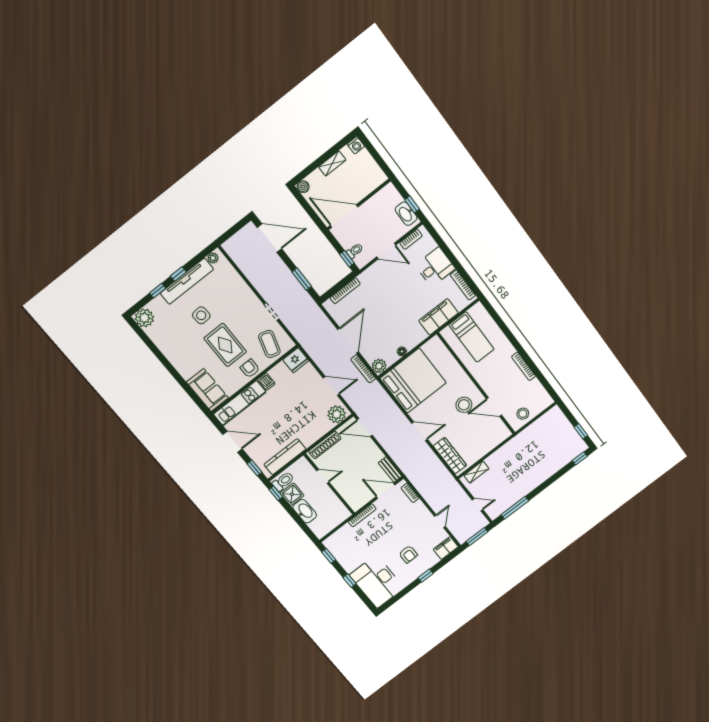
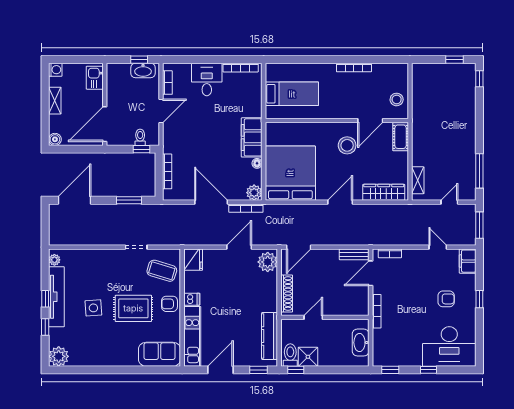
kitchen sink: (373, 181) -> (95, 78), added
filing cabinet: (438, 317) -> (252, 137), moved
cot: (498, 437) -> (401, 137), added
washbasin: (305, 511) -> (361, 343), moved, turned -90

